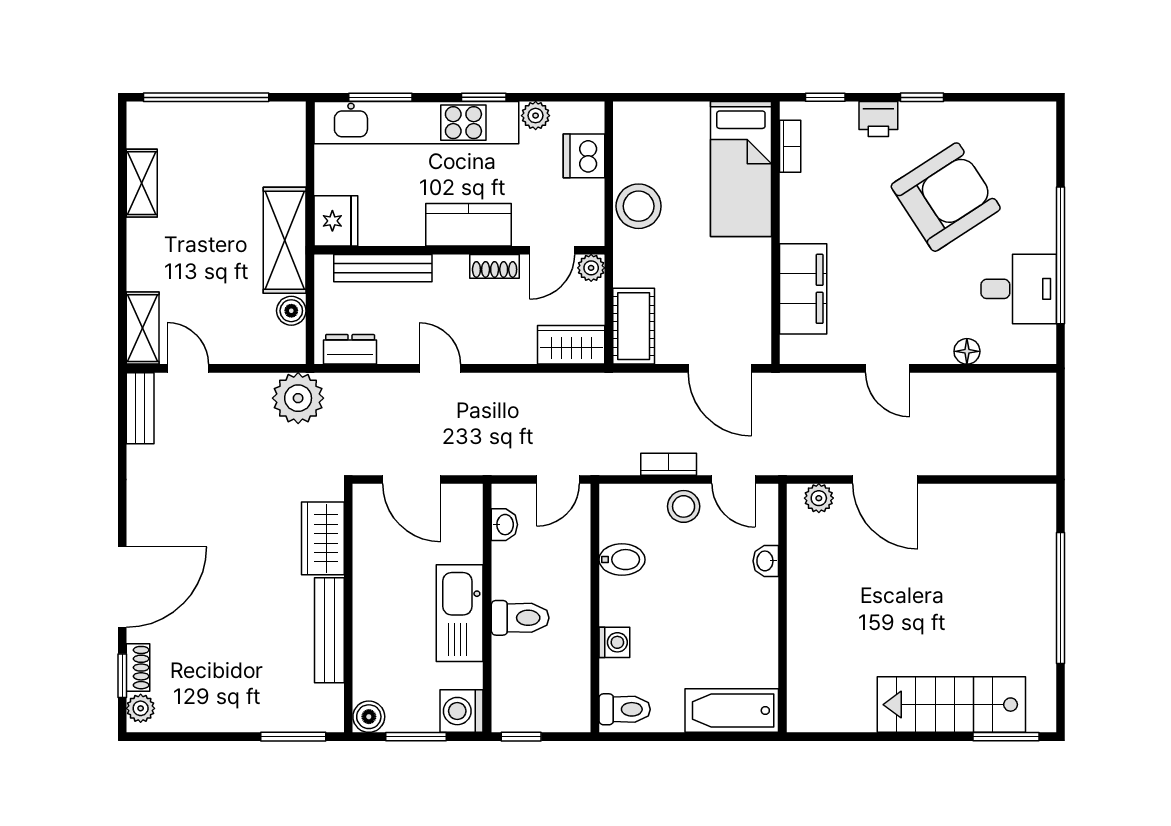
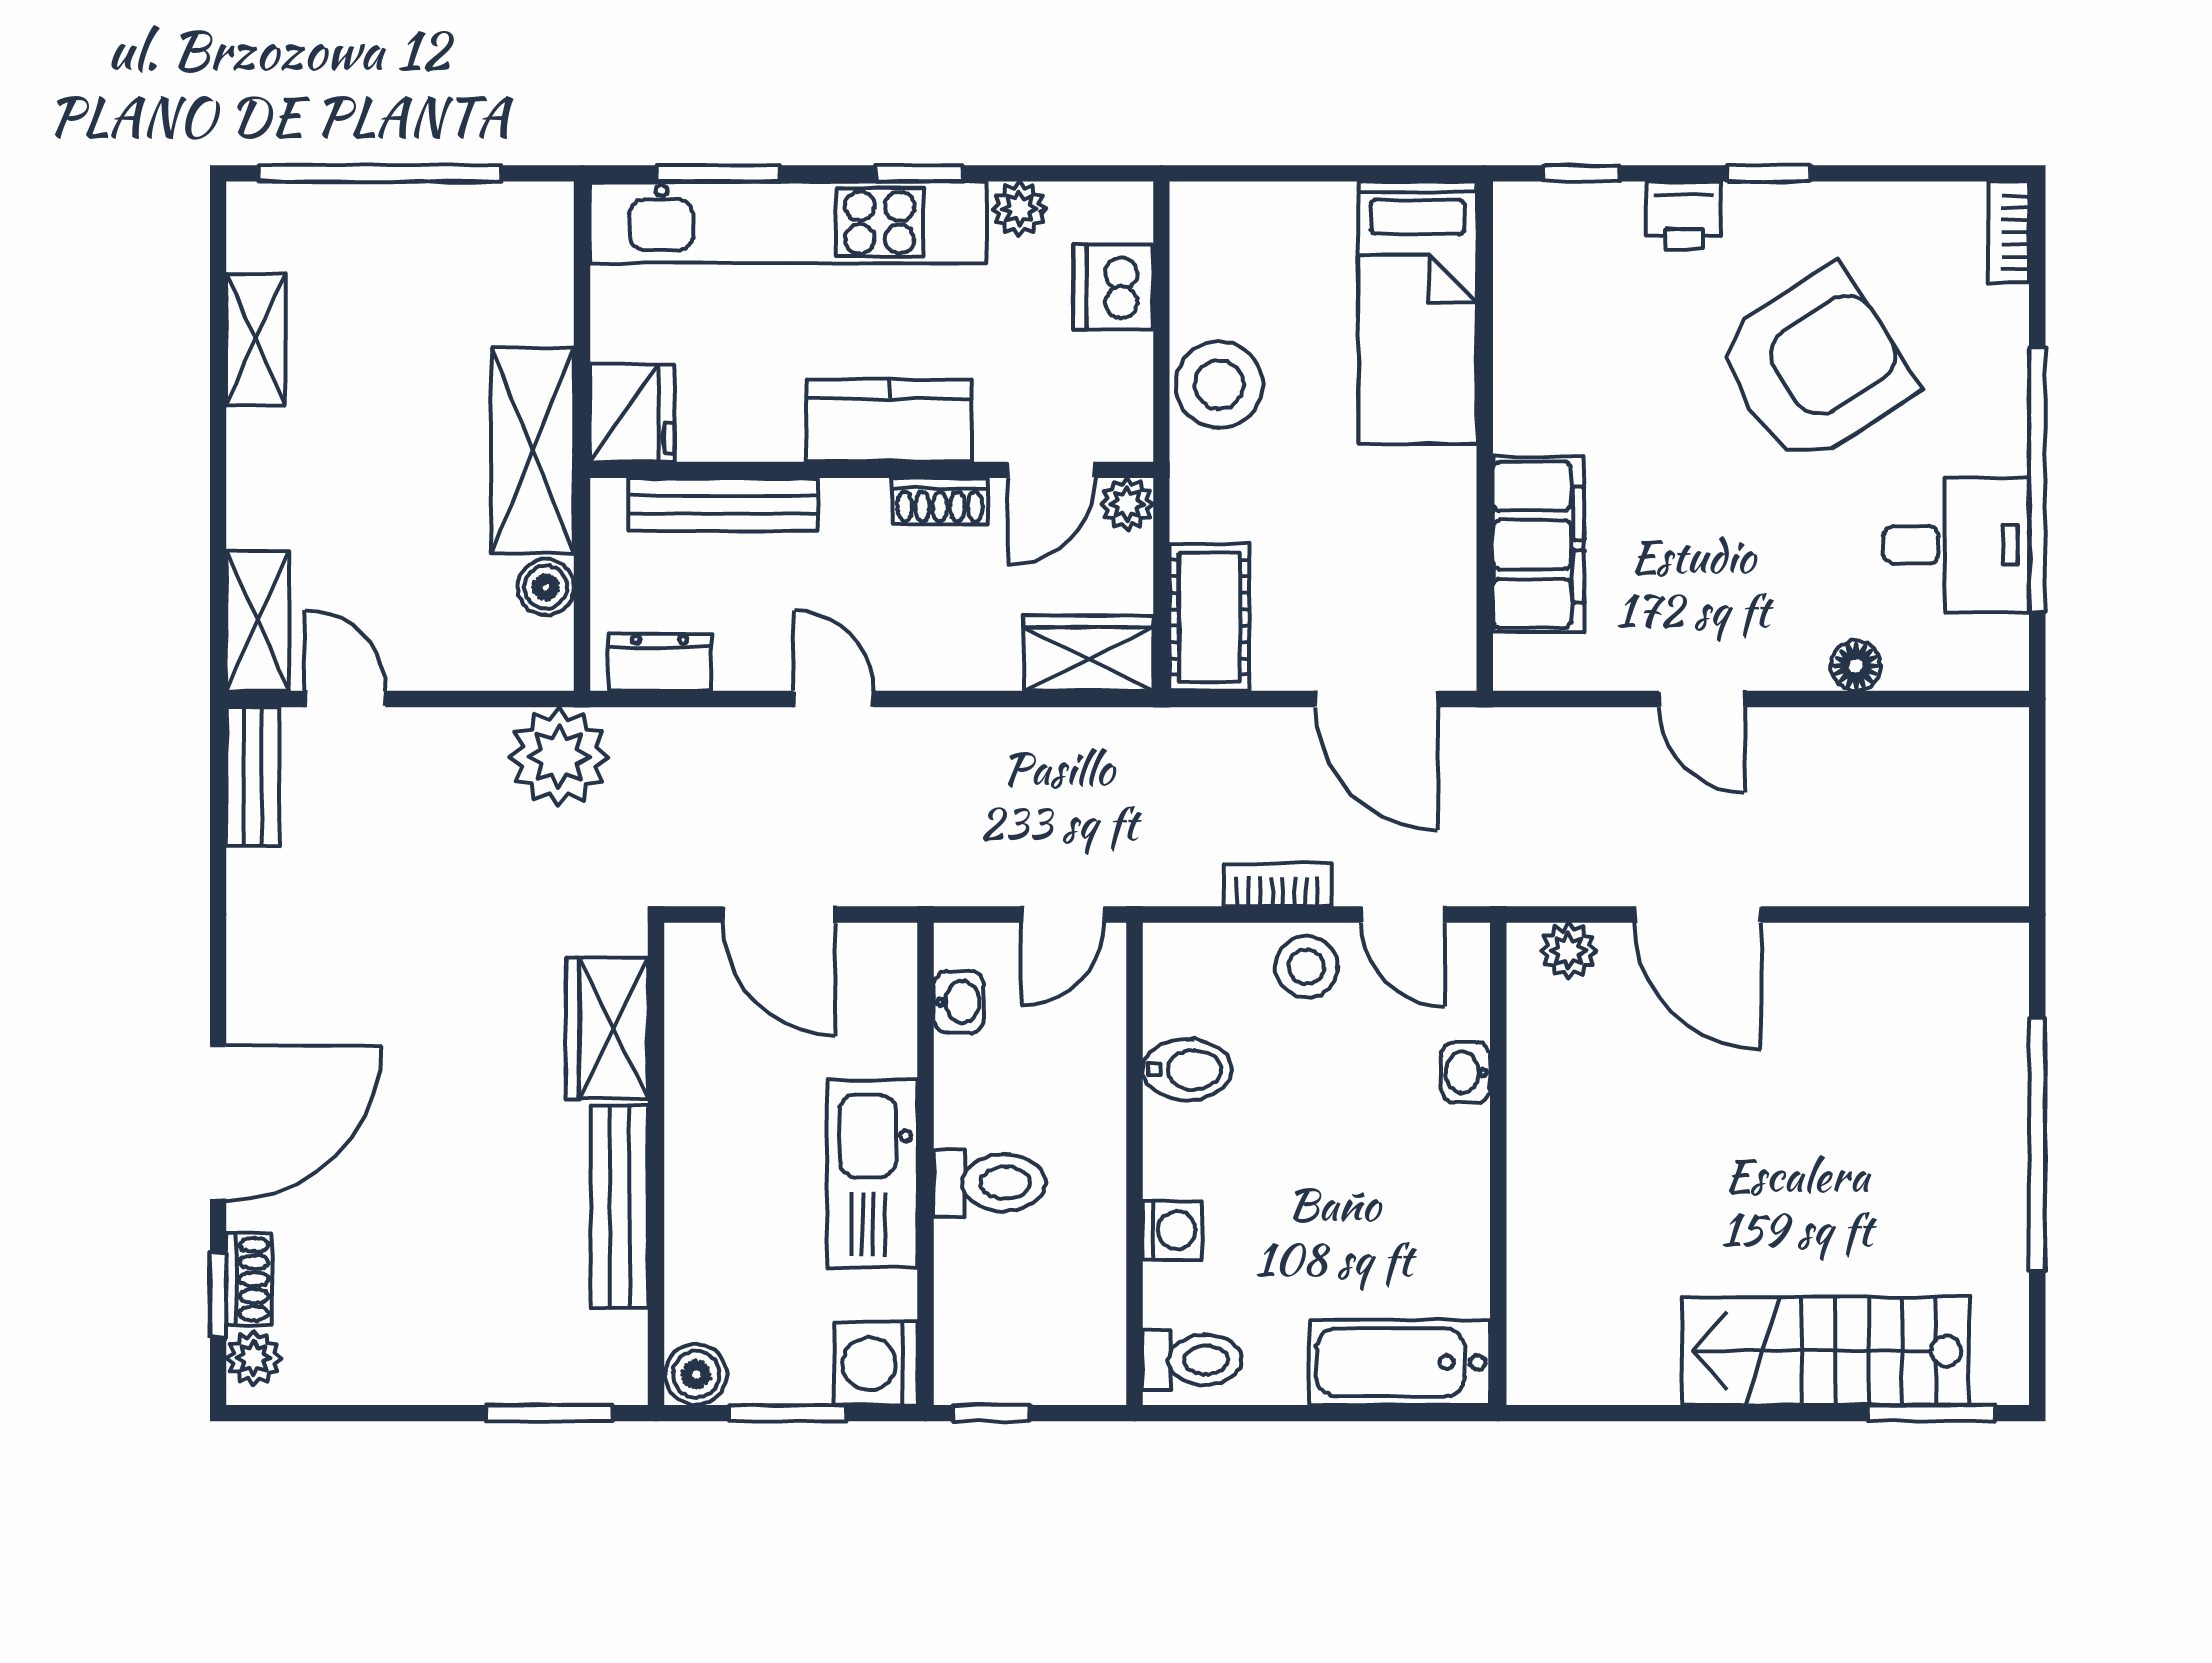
bookcase: (790, 146) -> (2009, 232), moved, turned 180

